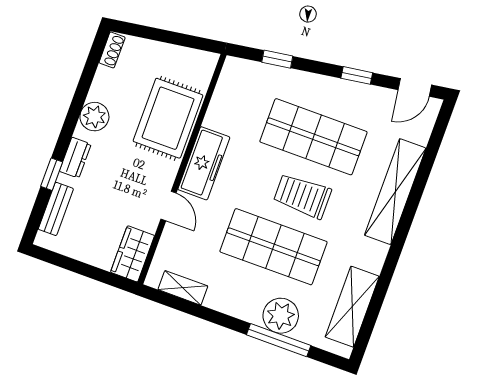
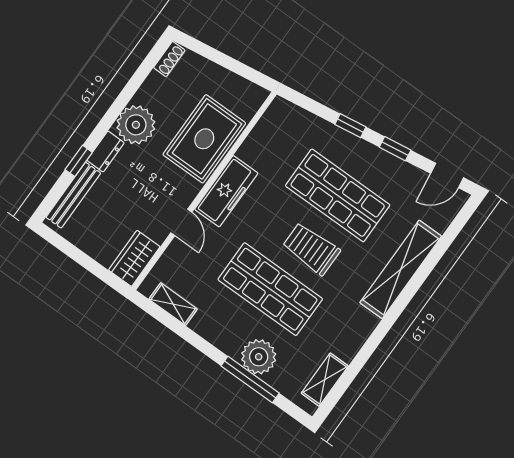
window: (277, 59) -> (350, 126), moved
plant: (94, 117) -> (136, 125), width x1.36, depth x1.36
bench: (56, 209) -> (73, 195), width x1.36
shelving: (352, 307) -> (325, 380), width x0.67, depth x0.75

